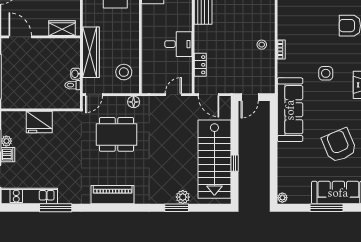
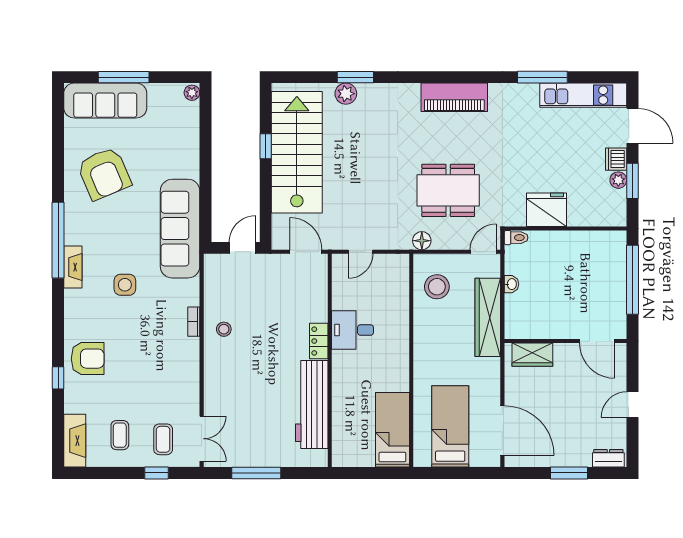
locker: (200, 65) -> (319, 341), moved
toilet: (73, 85) -> (516, 238), moved
fridge: (39, 122) -> (547, 210), moved

